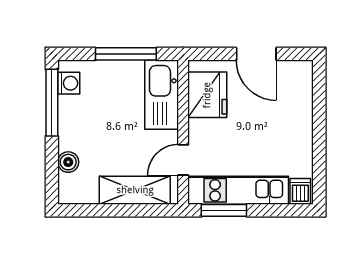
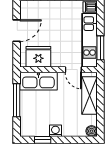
washing machine: (69, 83) -> (55, 131), moved
window: (52, 103) -> (43, 140), width x0.46
boiler: (68, 162) -> (92, 131), moved

